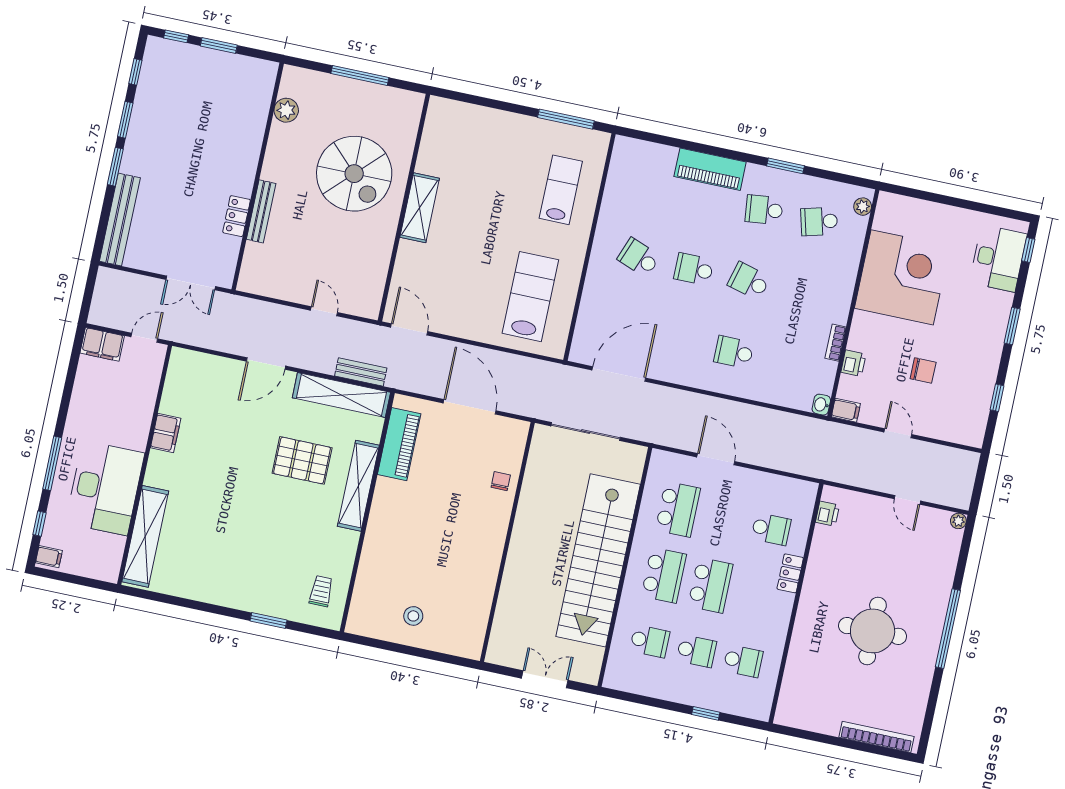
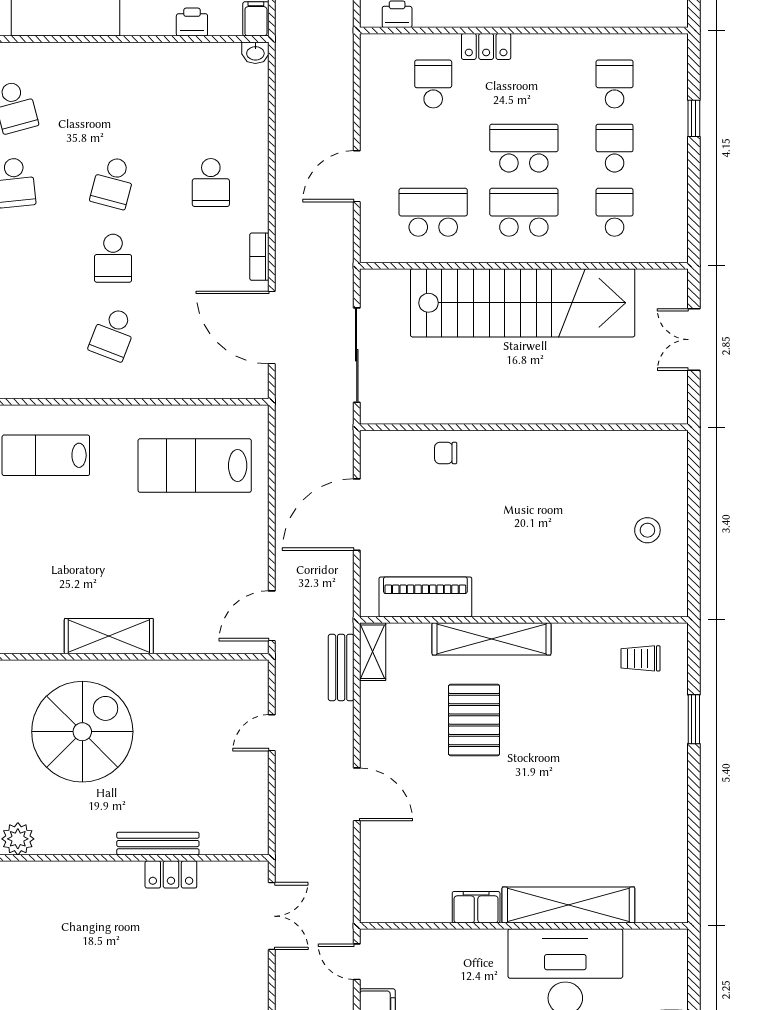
bookcase: (836, 343) -> (259, 257), moved, turned 90
shelving: (341, 395) -> (373, 652), width x0.45, depth x0.75
shelving: (145, 536) -> (568, 905), moved

